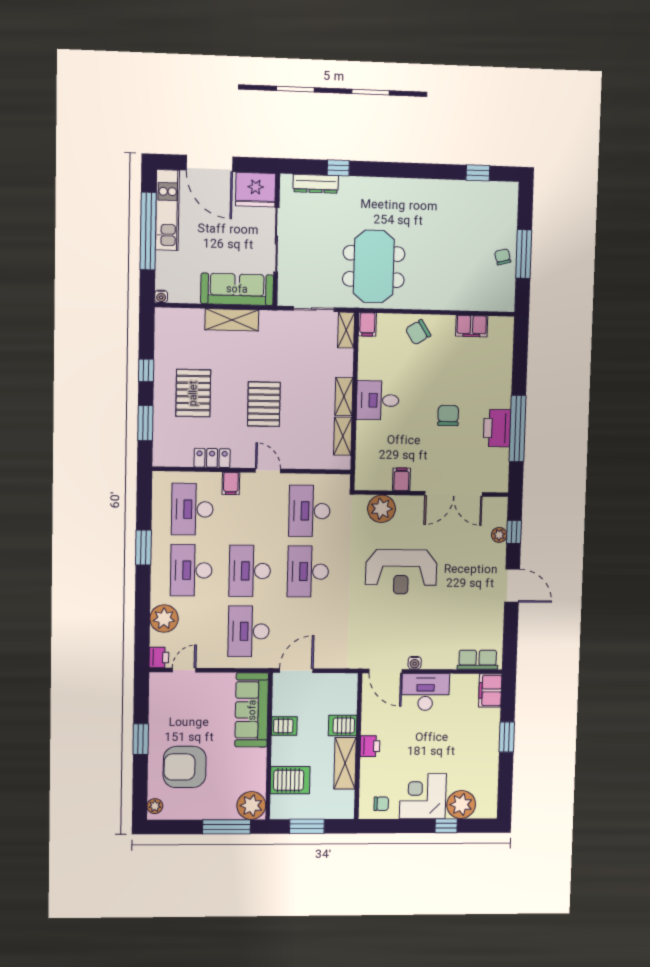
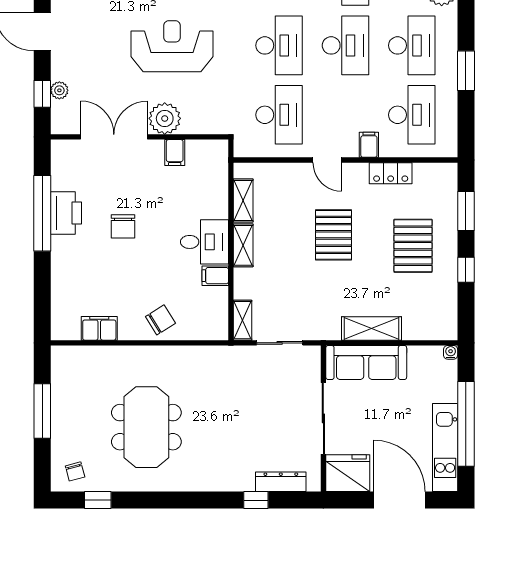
chair: (503, 257) -> (75, 471), moved
meeting table: (374, 266) -> (146, 427), moved
filing cabinet: (367, 324) -> (215, 276), moved, turned -90
plant: (382, 509) -> (165, 118), moved

